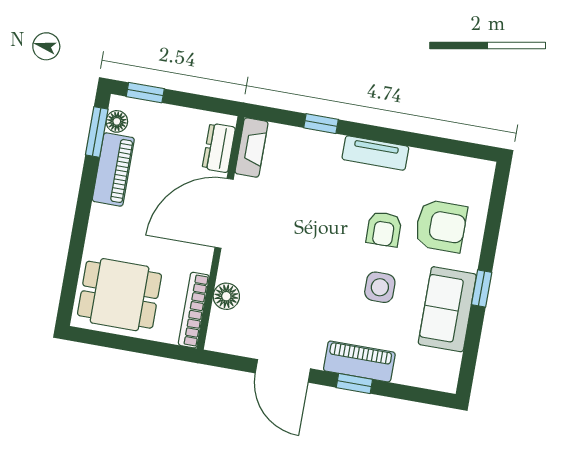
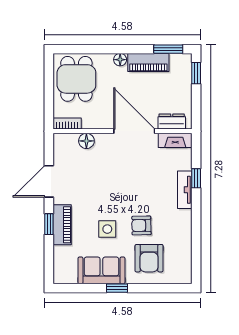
floor lamp: (117, 121) -> (120, 60), moved
tv unit: (375, 153) -> (185, 190), moved
bookcase: (194, 310) -> (67, 124), width x0.64

